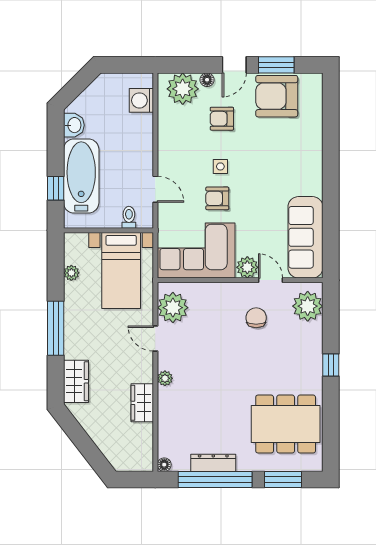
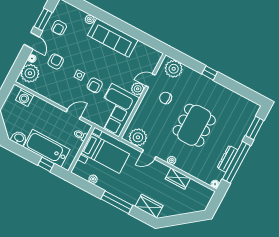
armchair: (277, 96) -> (59, 28), width x0.53, depth x0.53
armchair: (222, 119) -> (56, 61), turned 180
plant: (315, 136) -> (90, 19), added
sofa: (305, 237) -> (113, 38), moved
dining table: (286, 424) -> (194, 125), moved

